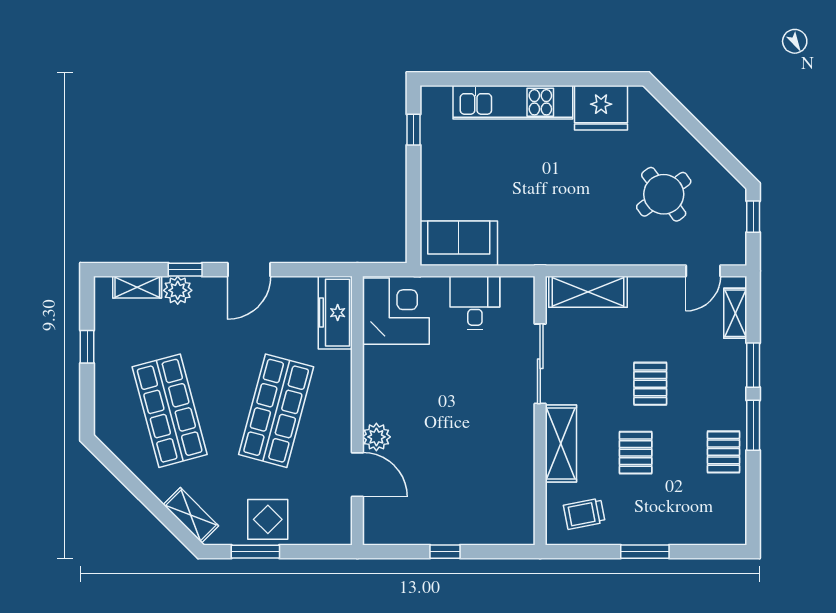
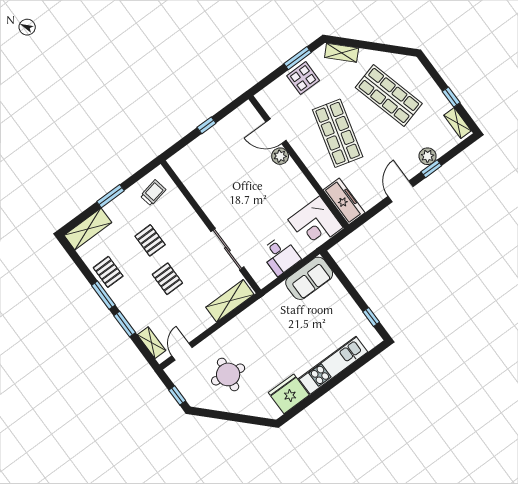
round table: (664, 194) -> (228, 374), turned 45
shelving: (137, 287) -> (457, 123), moved, turned 90
shelving: (561, 444) -> (88, 229), moved, turned 90

